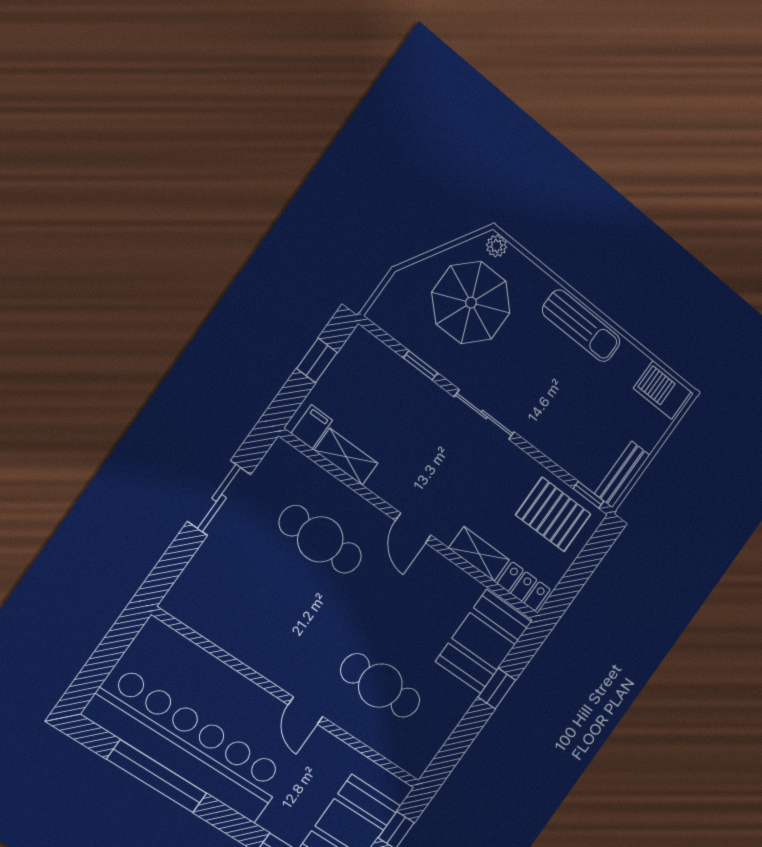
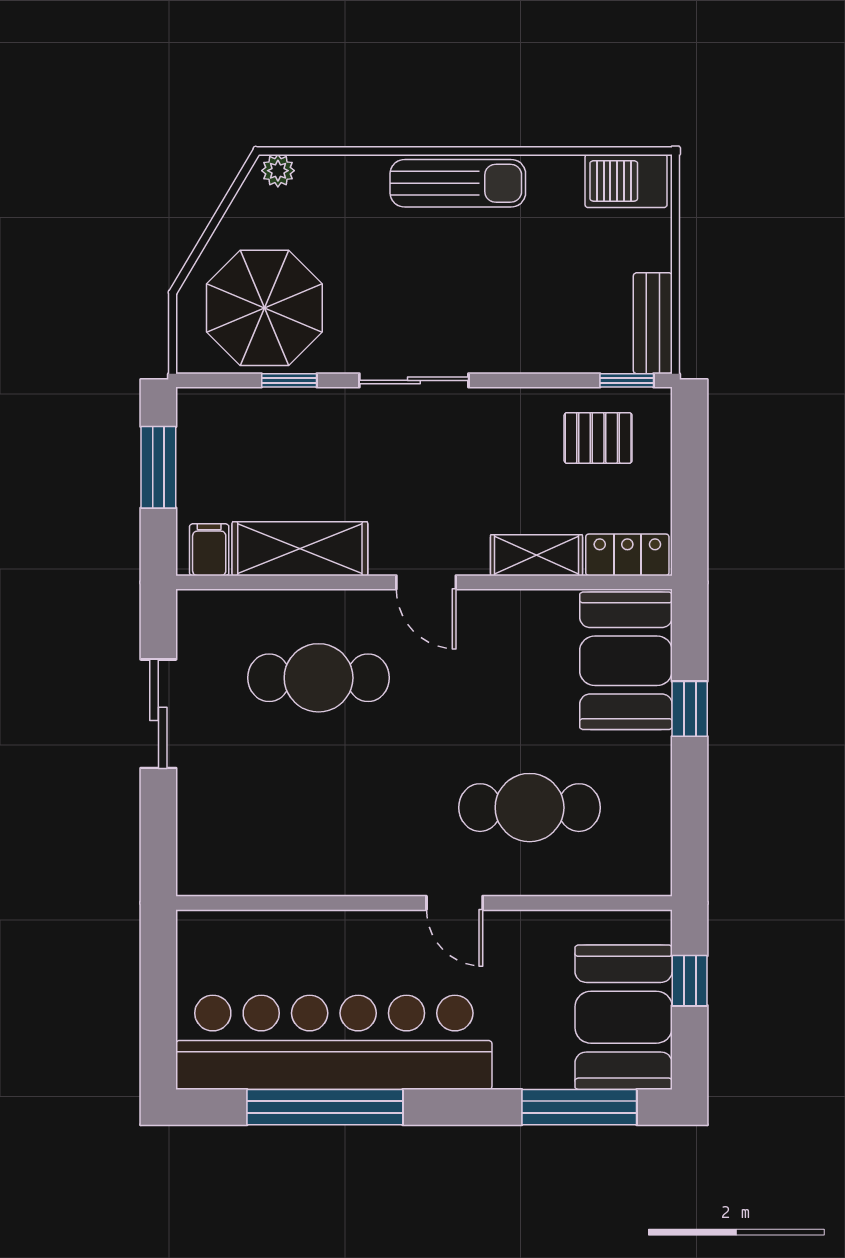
parasol: (471, 303) -> (264, 308), moved
window: (317, 361) -> (158, 467), width x1.50
shelving: (346, 457) -> (300, 549), width x1.50, depth x1.33
pallet: (553, 514) -> (598, 438), width x0.67, depth x0.71

